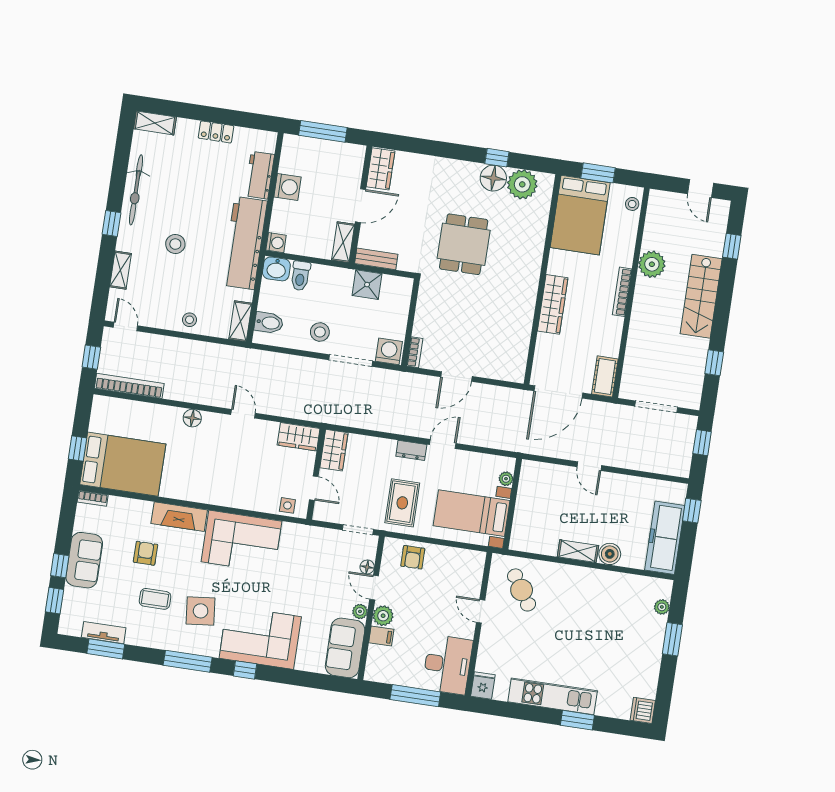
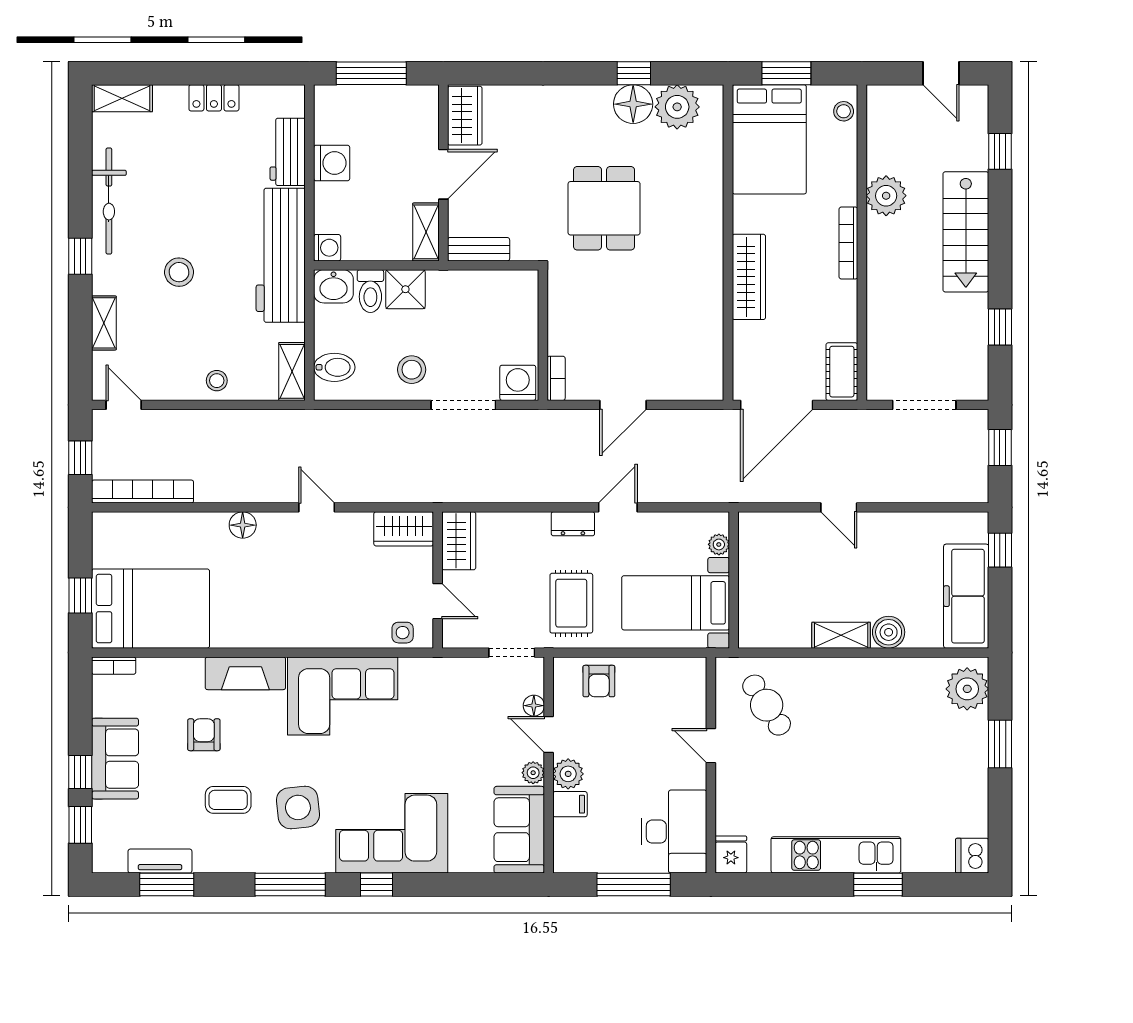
shower: (367, 285) -> (405, 289), moved
plant: (662, 607) -> (967, 689), width x1.88, depth x1.88

